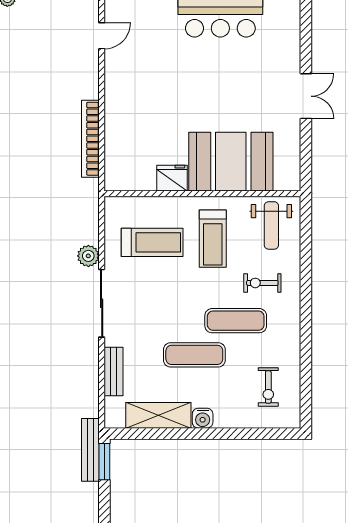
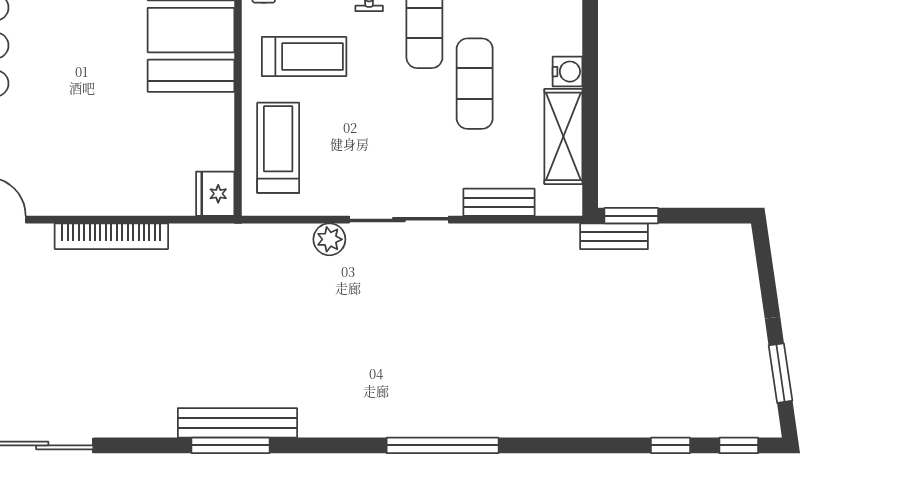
bookcase: (90, 139) -> (111, 236), moved
fridge: (172, 178) -> (215, 194), moved
treadmill: (152, 242) -> (278, 148), moved
bench: (90, 450) -> (614, 236), width x0.73

